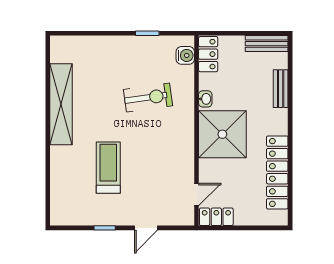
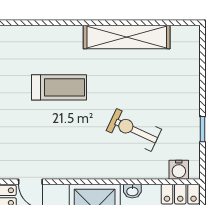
exercise bike: (148, 98) -> (134, 130), turned 123

